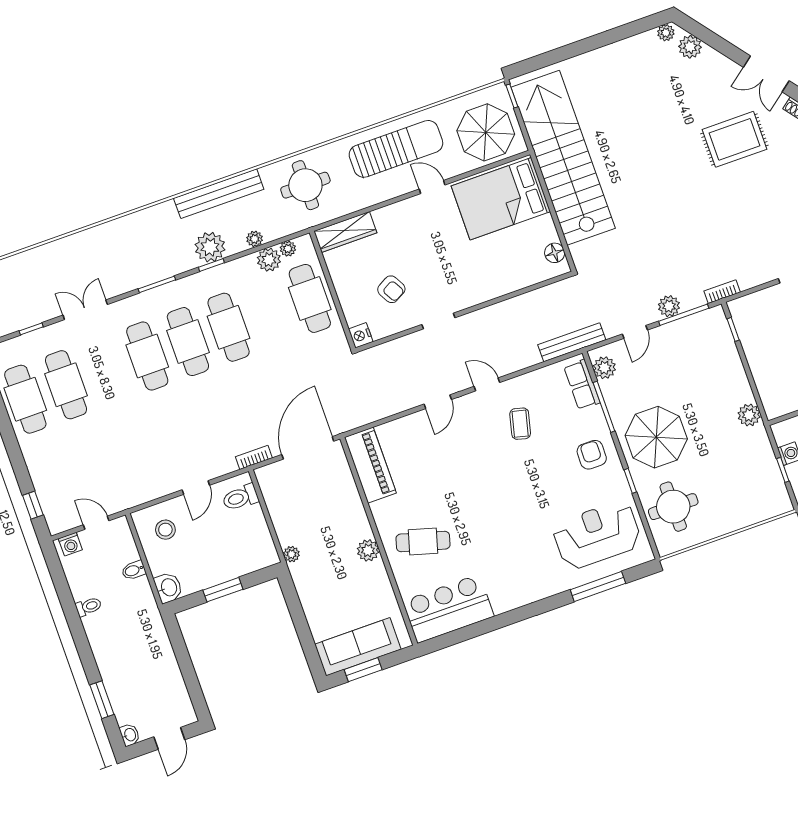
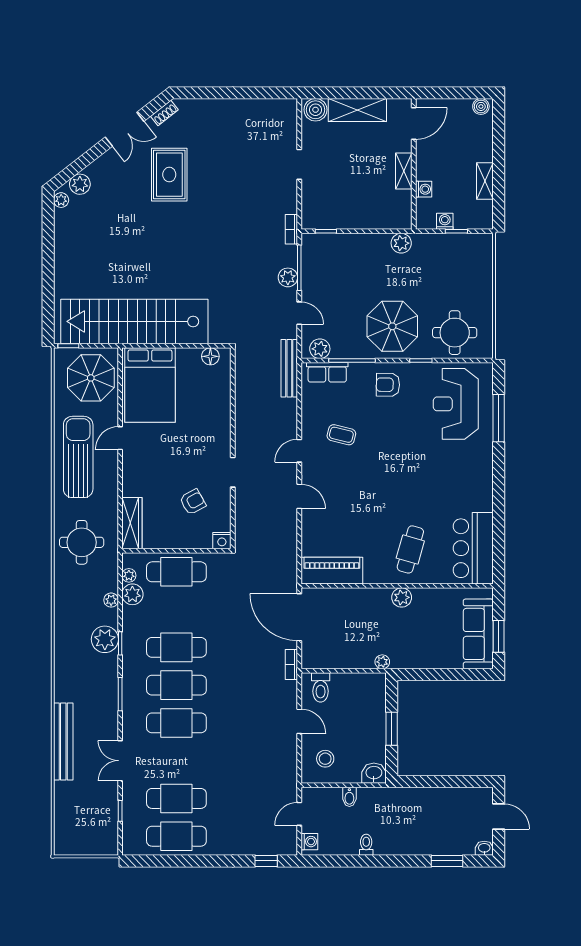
bench: (219, 194) -> (63, 741), moved

